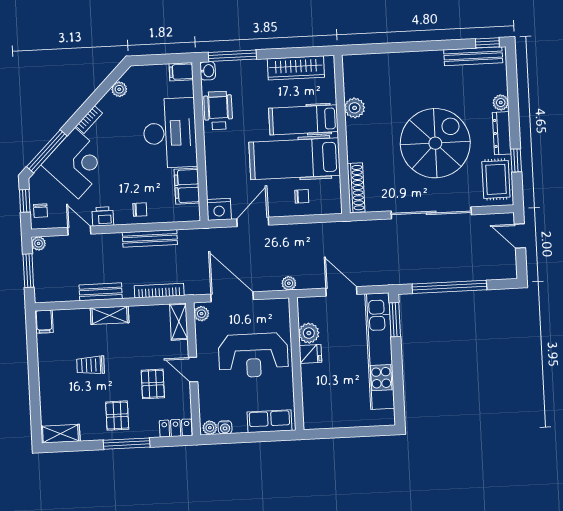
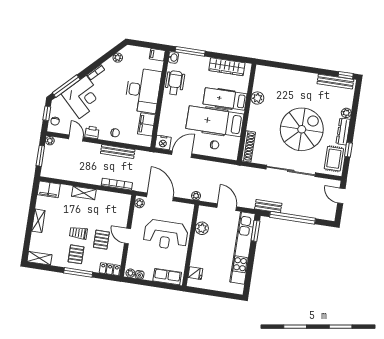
bench: (101, 292) -> (268, 206), moved
filing cabinet: (44, 322) -> (49, 189), width x2.00
shelving: (179, 322) -> (38, 221), moved
fridge: (310, 354) -> (195, 273), moved
trolley: (91, 365) -> (78, 233), moved

